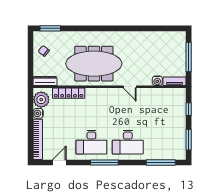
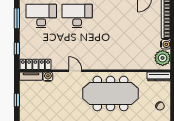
window: (189, 57) -> (17, 100), width x0.46
locker: (69, 93) -> (35, 64), moved
desk: (91, 142) -> (41, 16), moved

